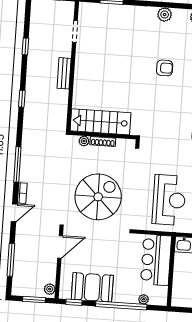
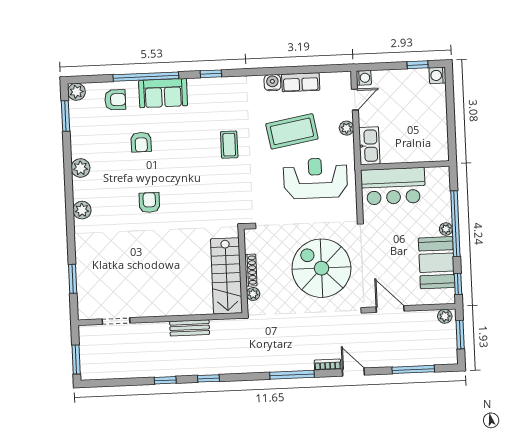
window: (25, 46) -> (165, 380), moved
bench: (64, 73) -> (190, 328), moved
plant: (144, 299) -> (446, 229), moved

